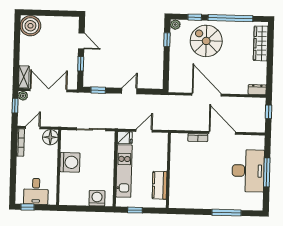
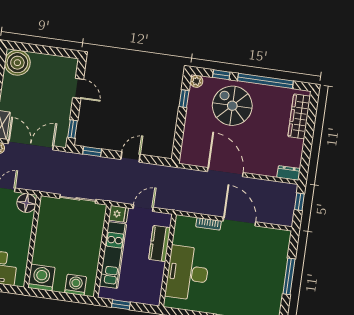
window: (81, 64) -> (72, 129), moved
washing machine: (70, 162) -> (41, 278), moved, turned -90
desk: (248, 171) -> (187, 273), moved, turned 180
kitchen counter: (160, 185) -> (160, 244), moved

